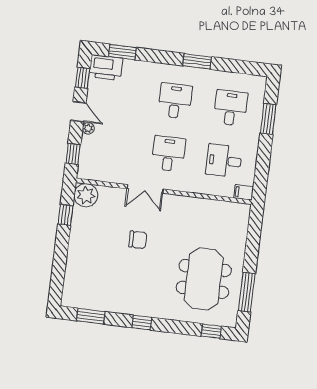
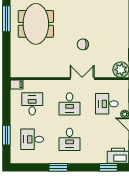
desk: (231, 108) -> (32, 139), turned 90
desk: (113, 147) -> (107, 104), added
desk: (224, 161) -> (32, 104), turned -90

